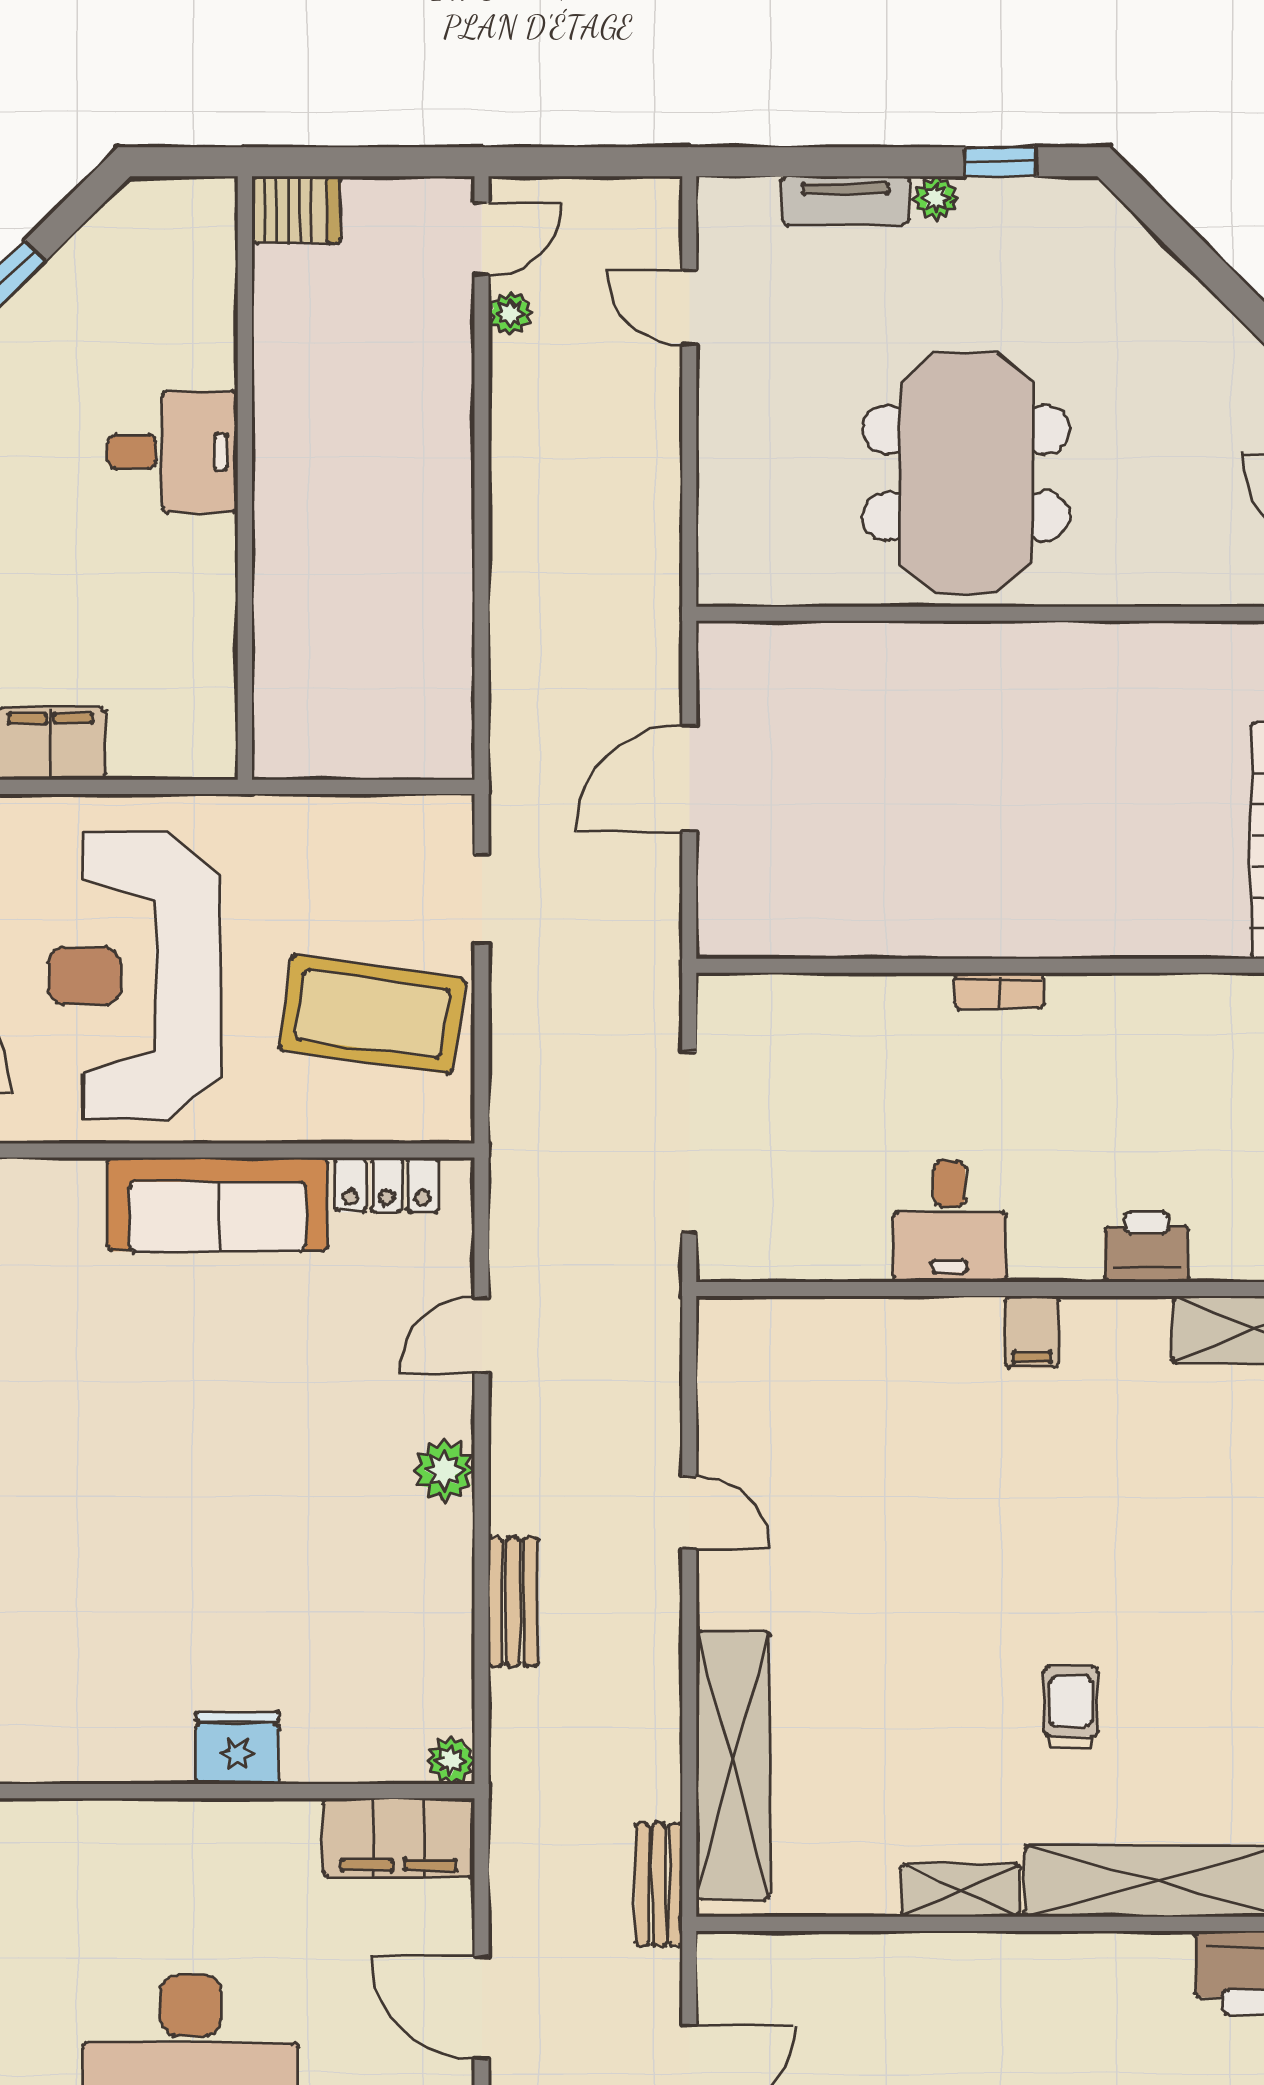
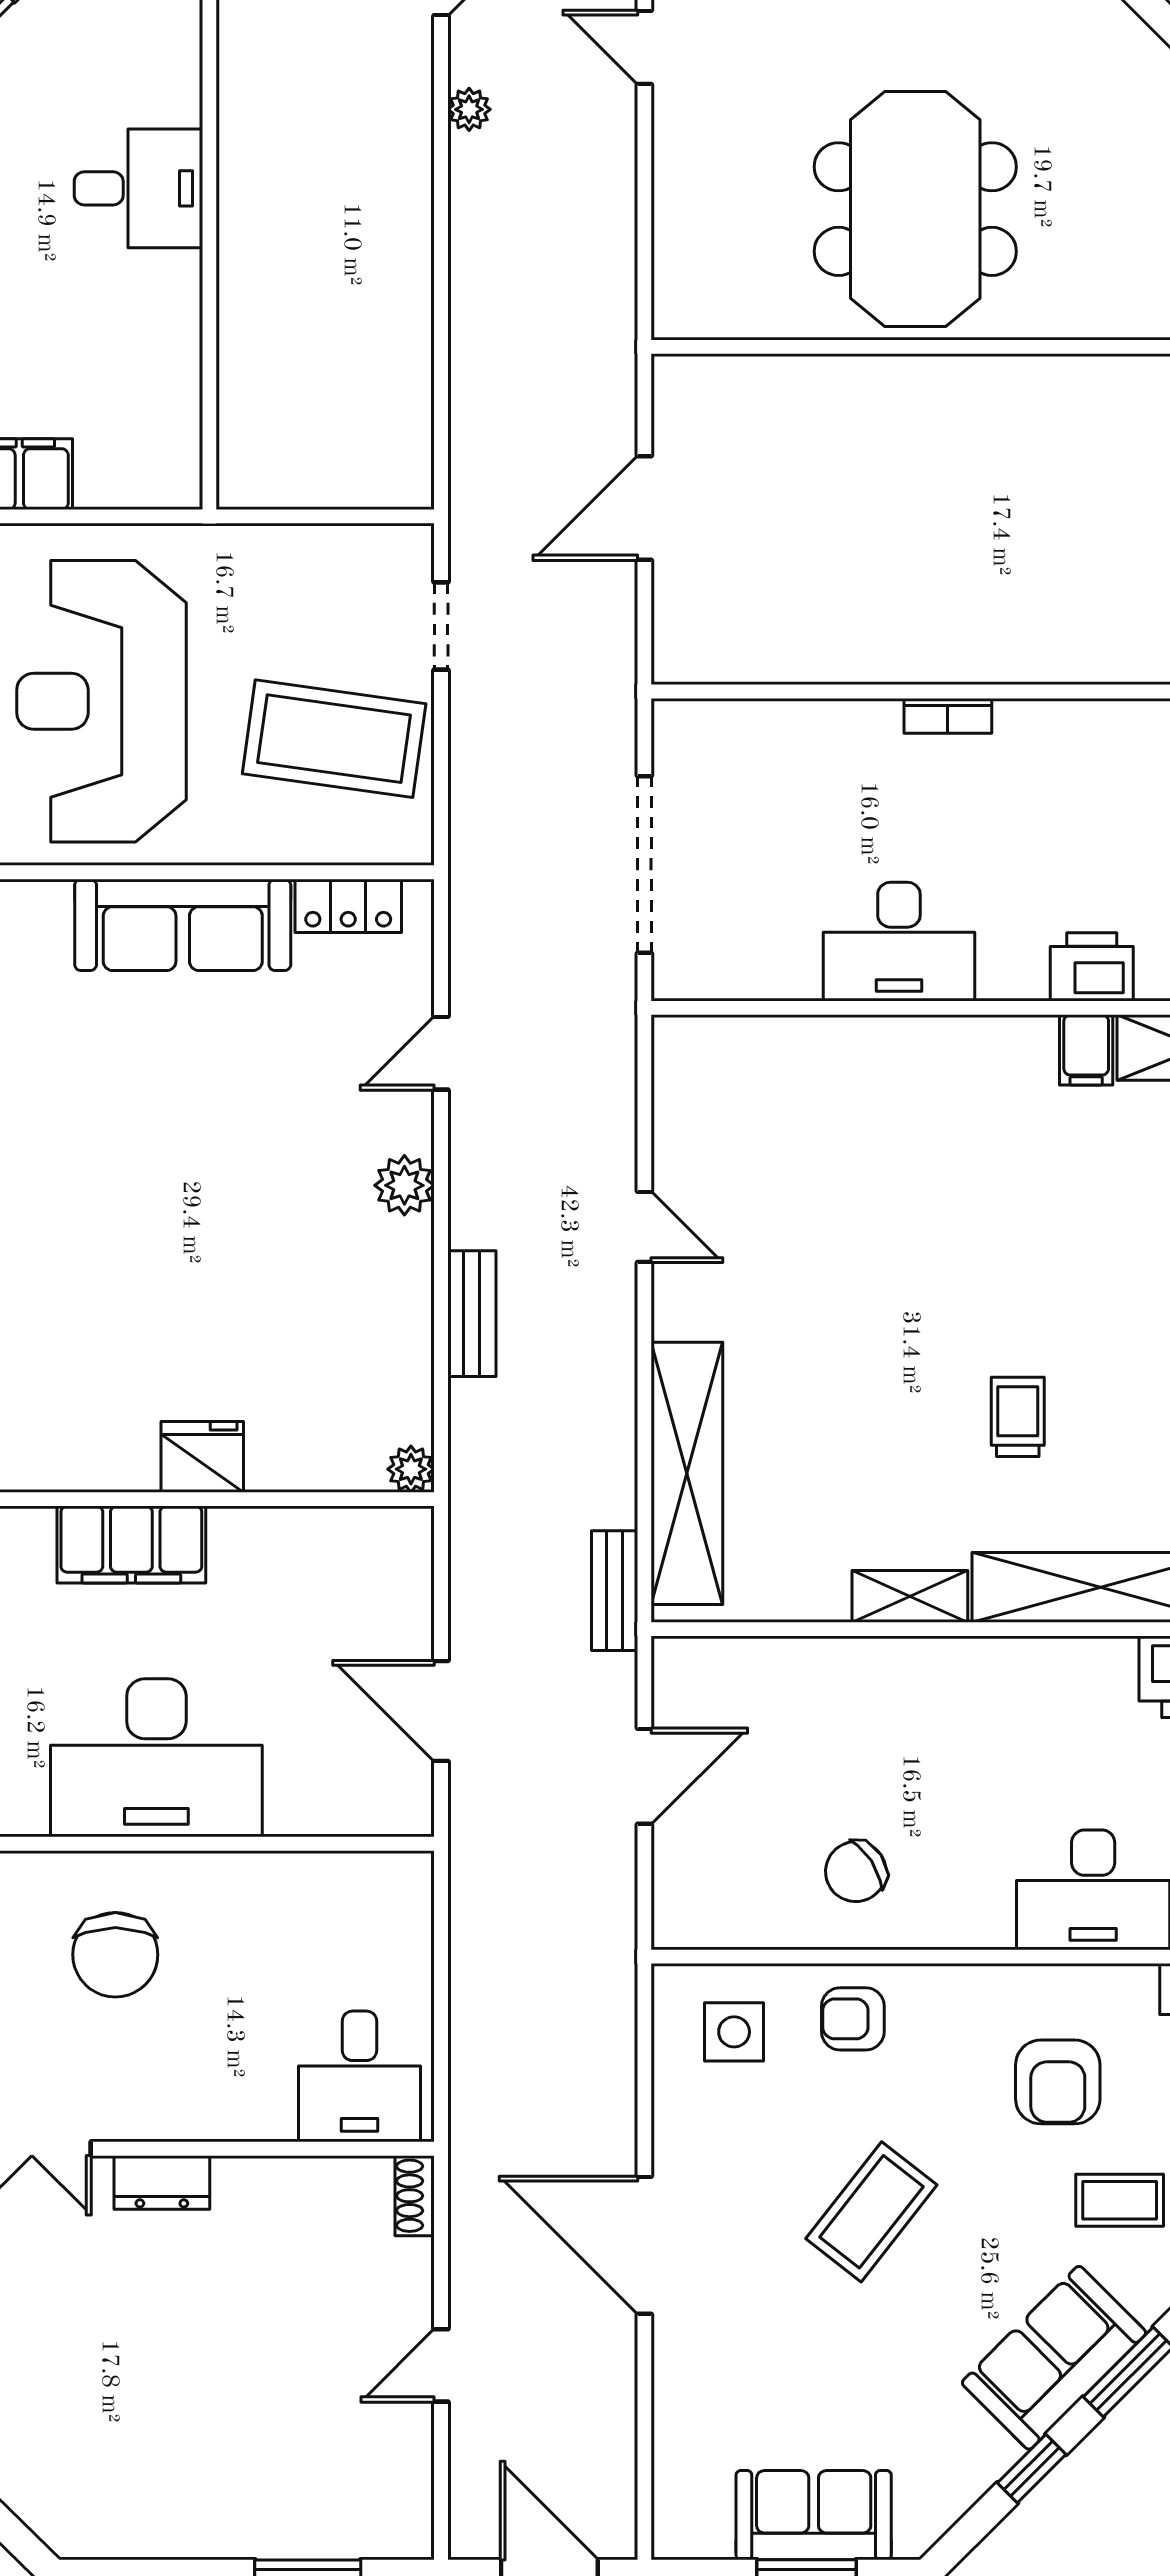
plant: (510, 313) -> (469, 109), moved
desk: (949, 1221) -> (899, 942), width x1.37
filing cabinet: (1032, 1332) -> (1086, 1050), moved
filing cabinet: (399, 1837) -> (131, 1545), moved

